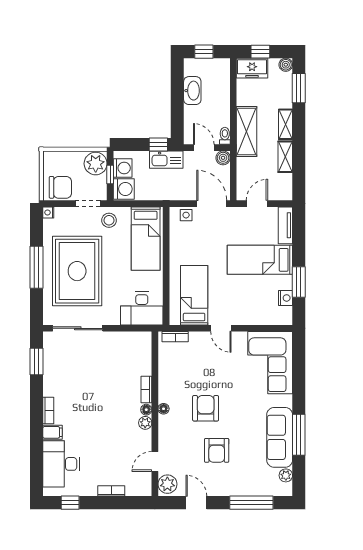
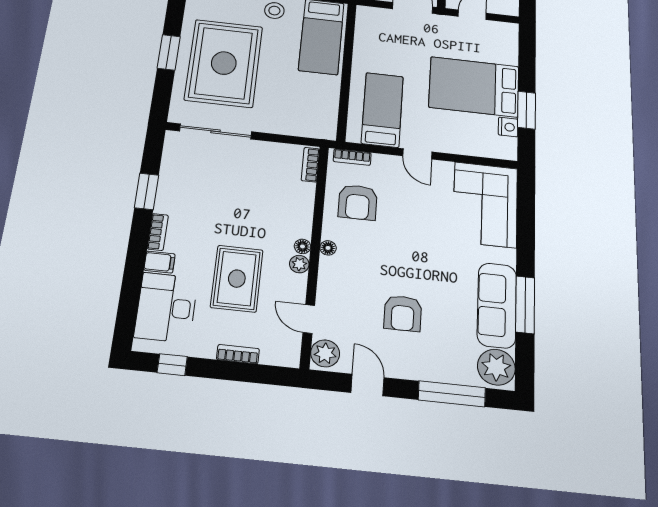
side table: (186, 215) -> (378, 17), removed
tv unit: (285, 225) -> (509, 43), removed
bed: (260, 260) -> (474, 87), width x1.50
window: (37, 267) -> (169, 52), width x0.69
desk: (142, 309) -> (308, 117), removed
window: (37, 362) -> (146, 191), moved
bookcase: (146, 390) -> (310, 165), moved
armchair: (206, 408) -> (358, 202), moved, turned 180
rug: (105, 438) -> (237, 279), added
door: (155, 461) -> (309, 319), hinge flipped
plant: (286, 475) -> (496, 367), width x1.87, depth x1.87

